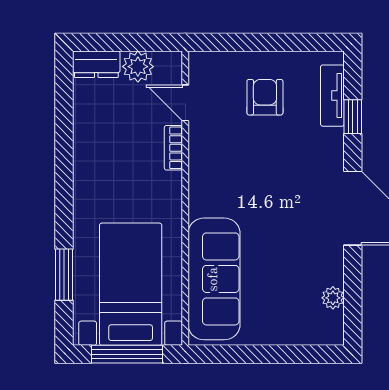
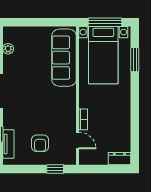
window: (233, 42) -> (55, 169), added
plant: (138, 67) -> (100, 158), removed

